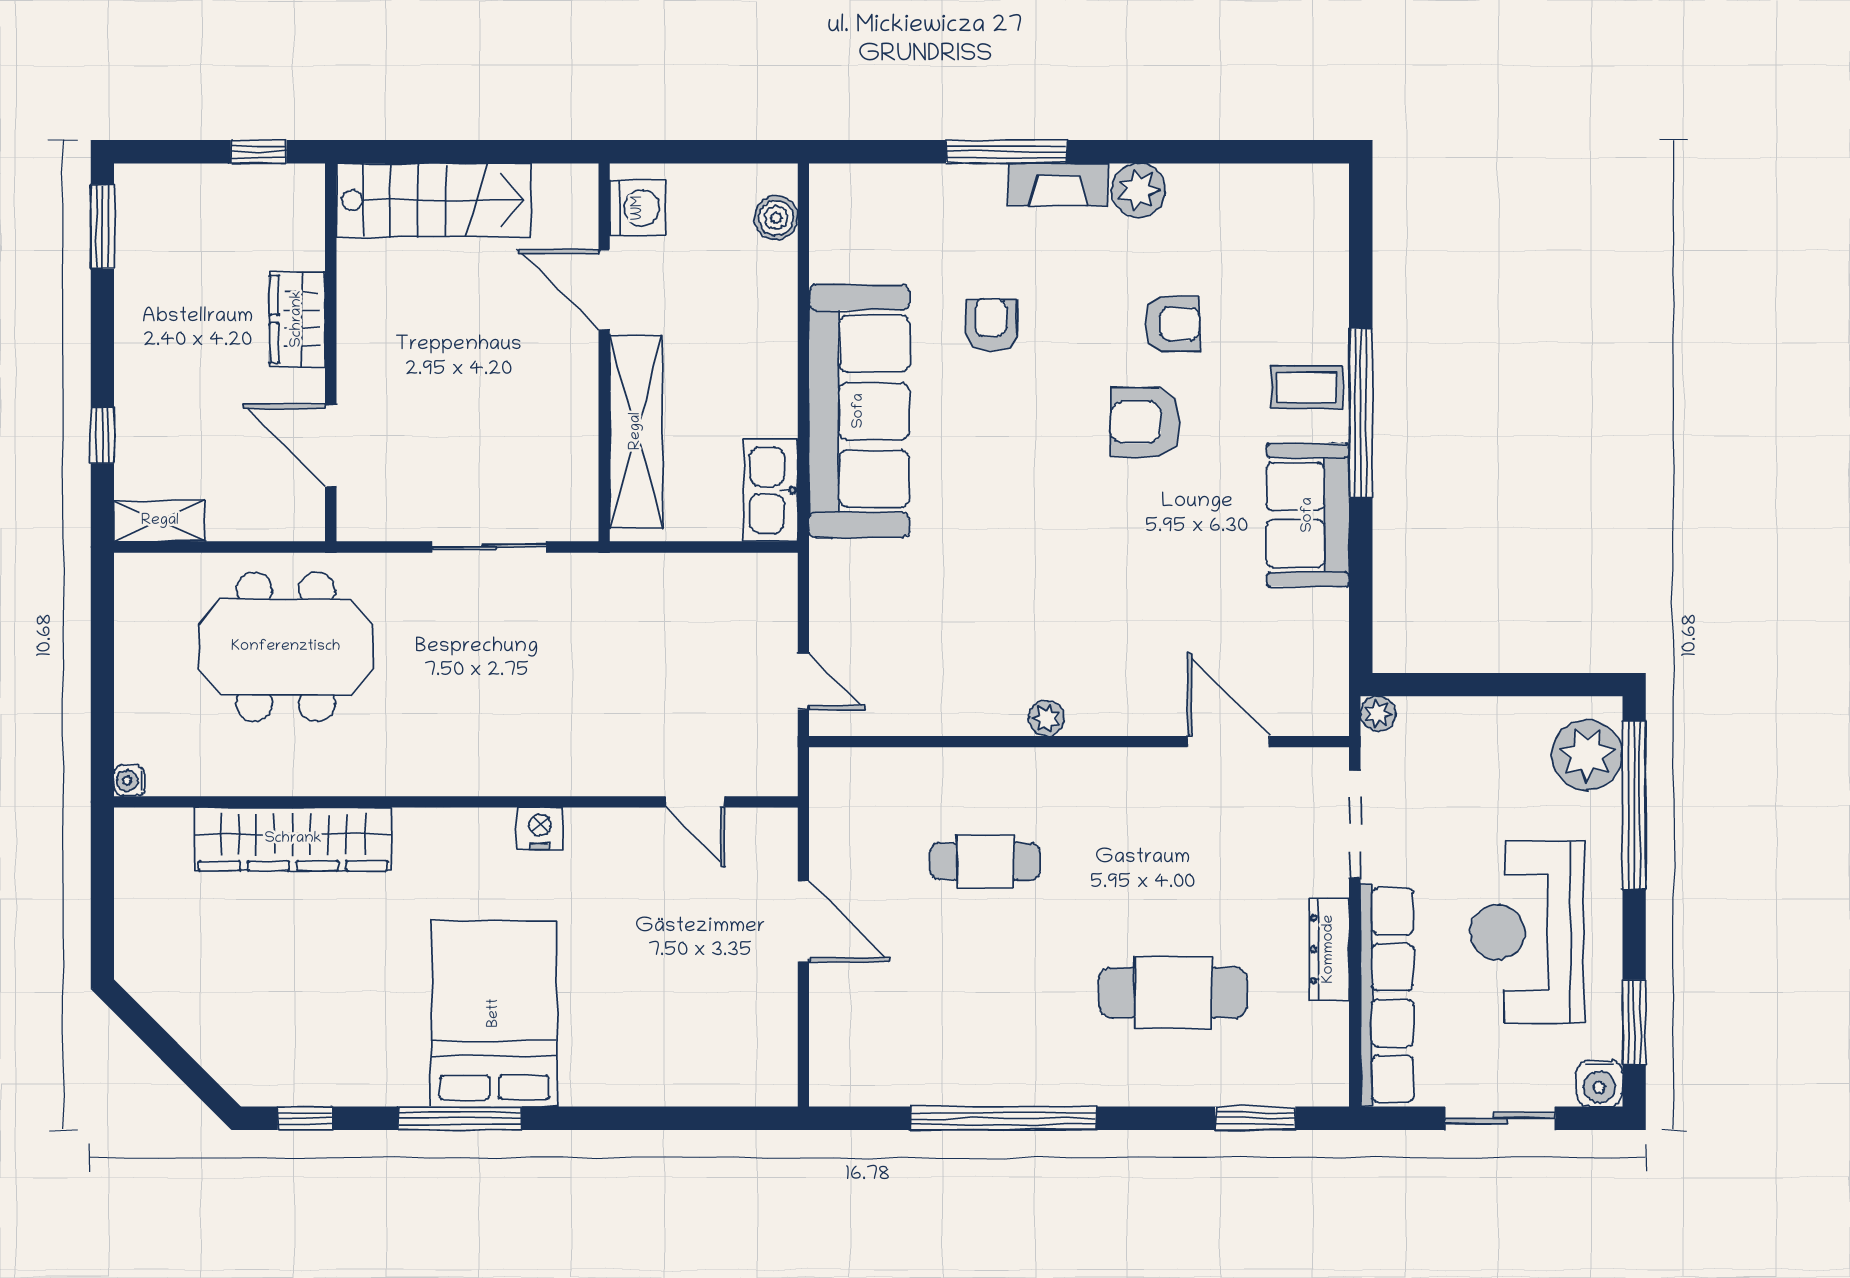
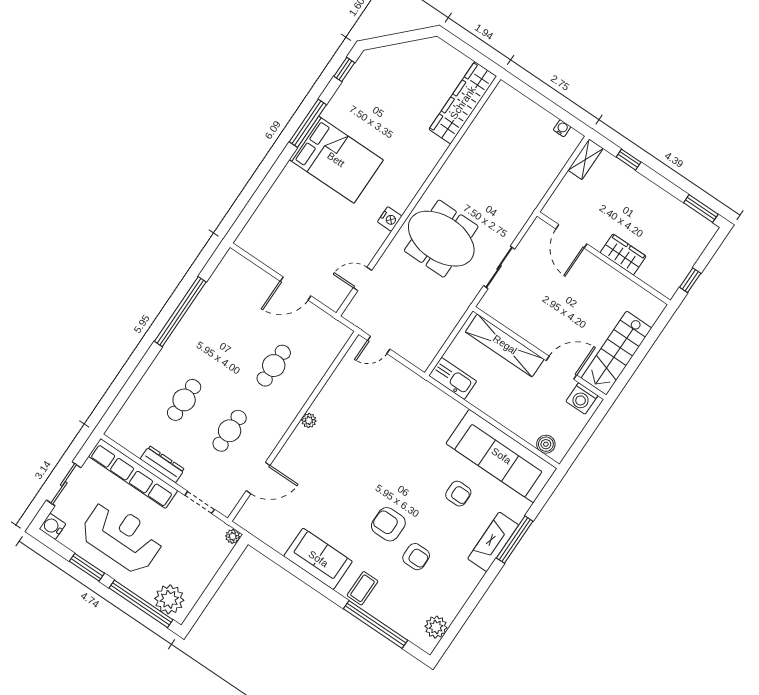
fireplace: (1058, 185) -> (493, 542), width x1.37, depth x1.32
plant: (1139, 190) -> (436, 627), moved
stairs: (434, 200) -> (616, 353), moved
armchair: (1172, 324) -> (416, 557), turned -90
sofa: (859, 411) -> (501, 456), moved
window: (1361, 413) -> (375, 624), moved
armchair: (1145, 422) -> (388, 524), turned -90
door: (331, 446) -> (571, 236), swing flipped
meeting table: (286, 647) -> (441, 239), moved, turned 90
water cooler: (130, 781) -> (562, 128), moved
doorway: (1355, 824) -> (200, 502), width x0.73
wardrobe: (293, 839) -> (463, 103), moved
cafe table: (1173, 861) -> (230, 431), added
cafe table: (1173, 993) -> (184, 400), width x0.73, depth x0.74
window: (1634, 1022) -> (87, 567), moved
window: (1255, 1118) -> (121, 399), removed

